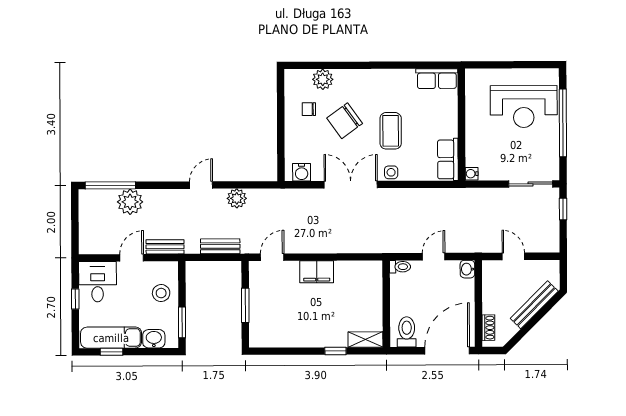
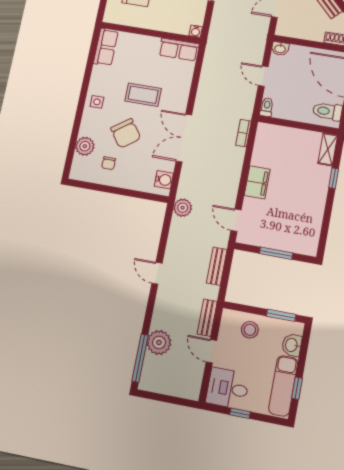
side table: (391, 172) -> (97, 102), moved
plant: (237, 198) -> (183, 208), moved
bookcase: (367, 247) -> (244, 133), added

